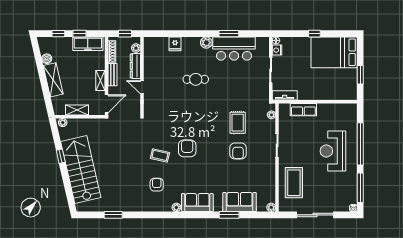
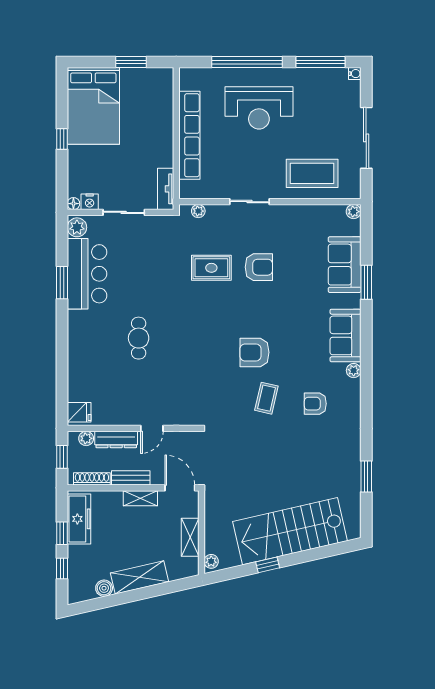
plant: (206, 43) -> (77, 227), moved
fridge: (175, 44) -> (79, 412), moved
row of seats: (303, 110) -> (189, 135), width x2.02

